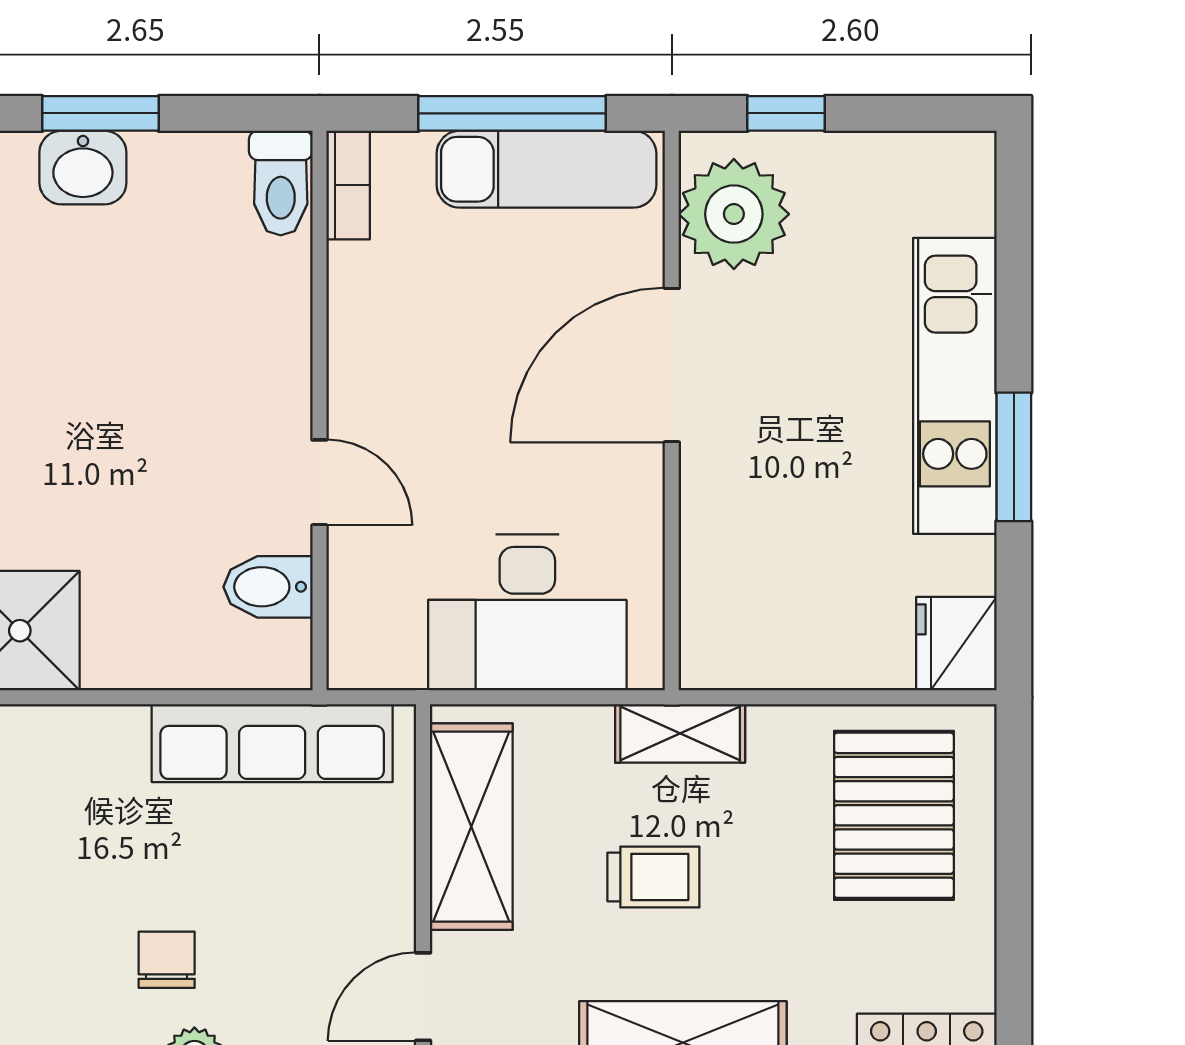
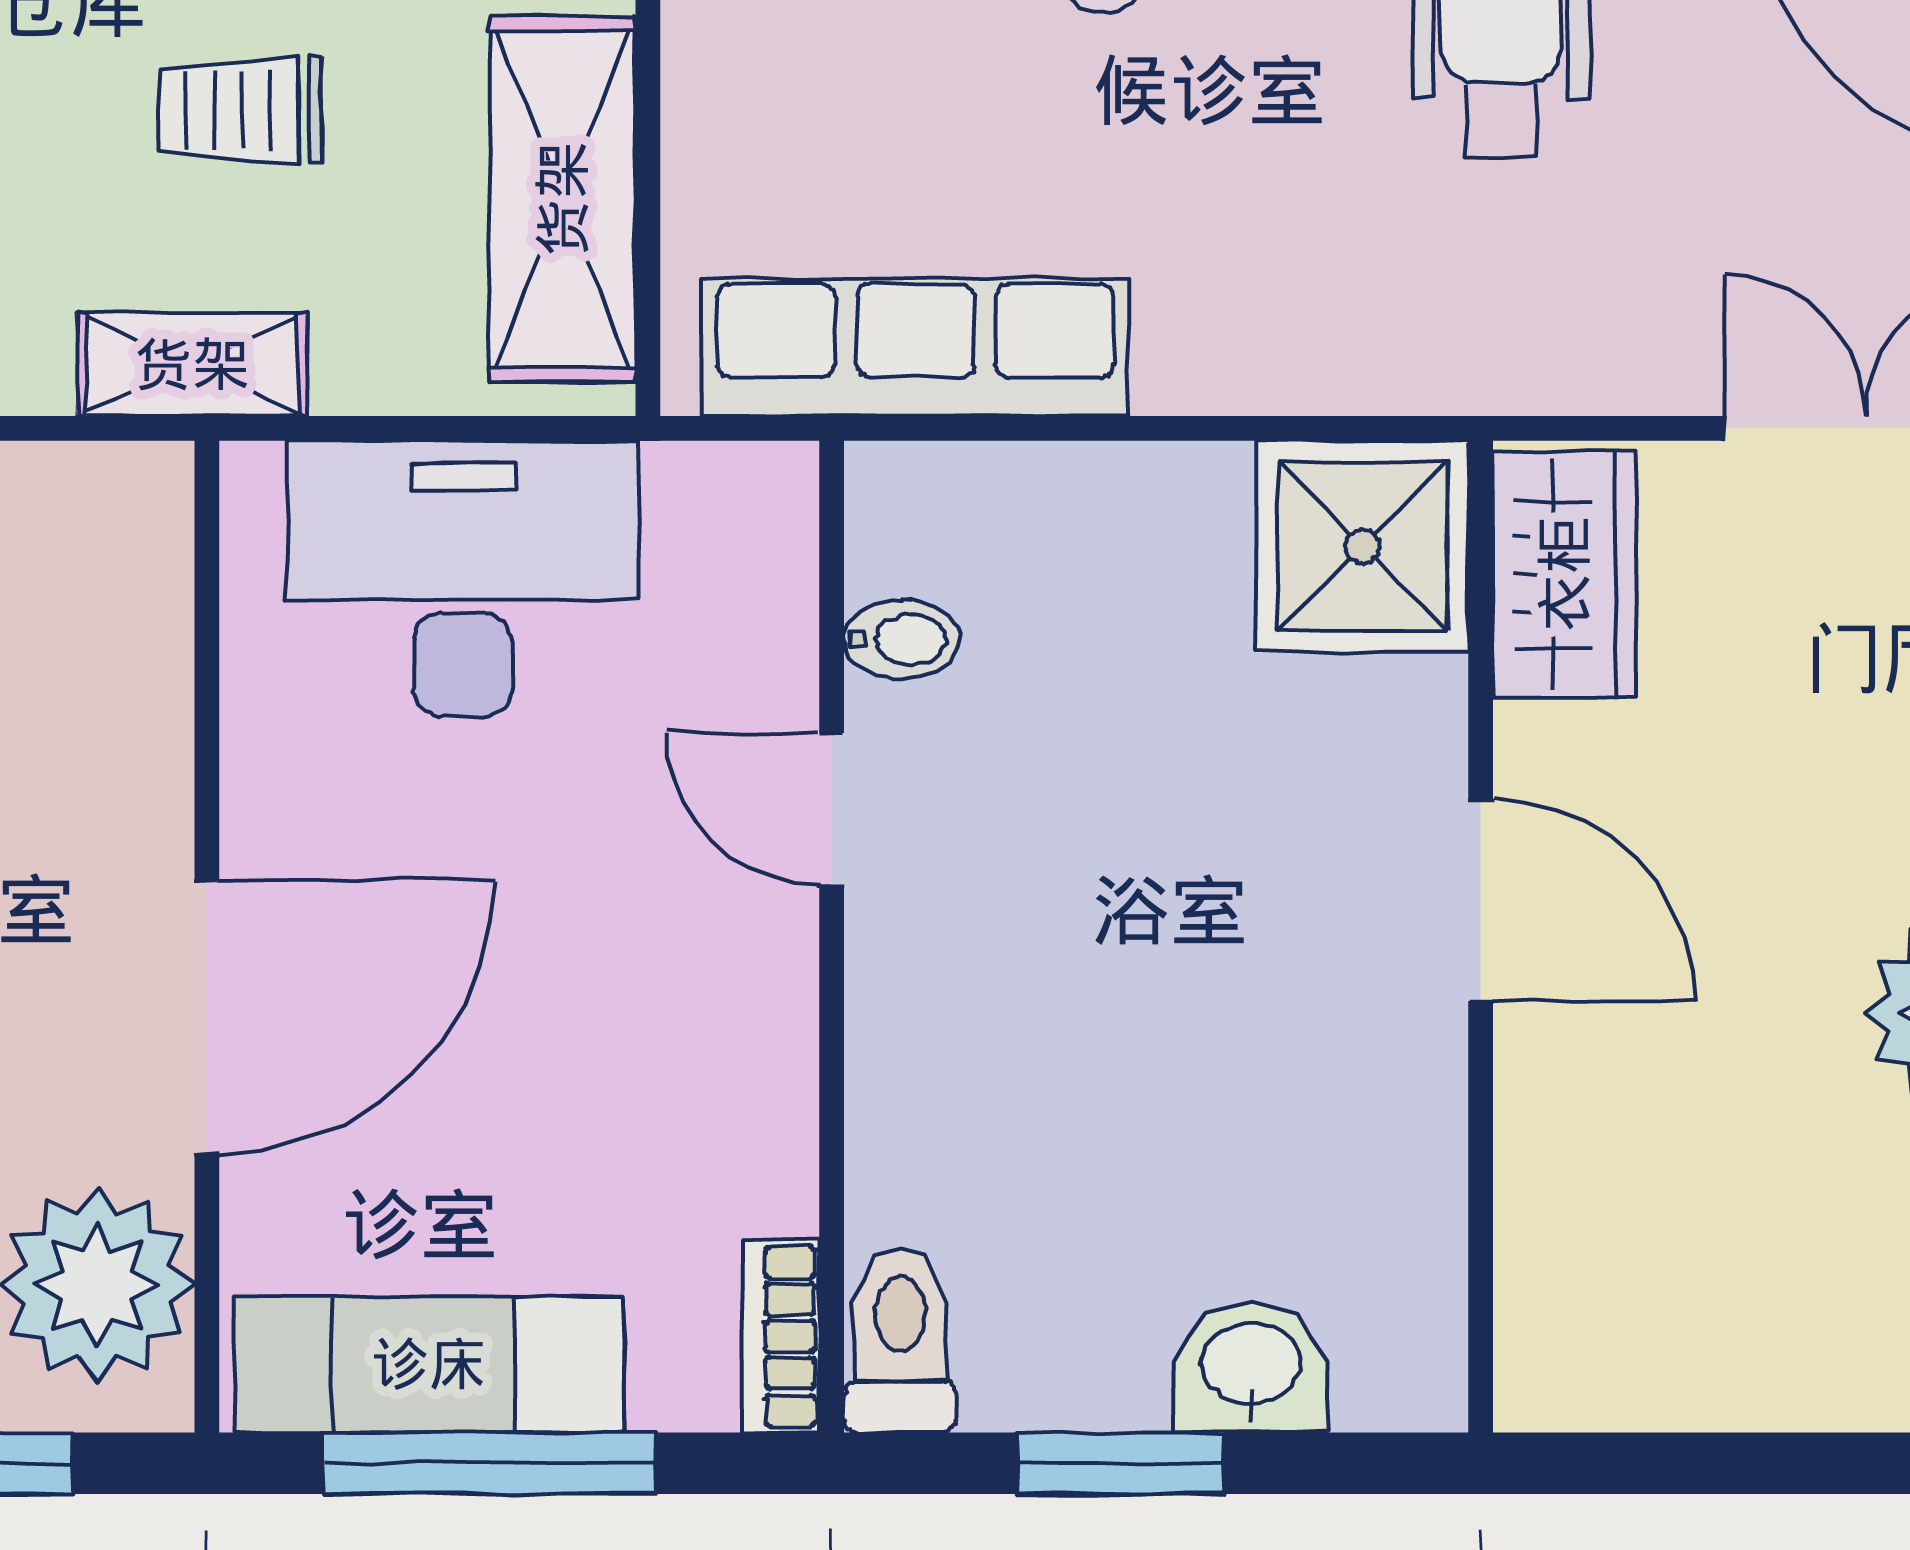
window: (100, 113) -> (1121, 1463), moved
bidet: (268, 587) -> (902, 639), width x0.72, depth x0.74

